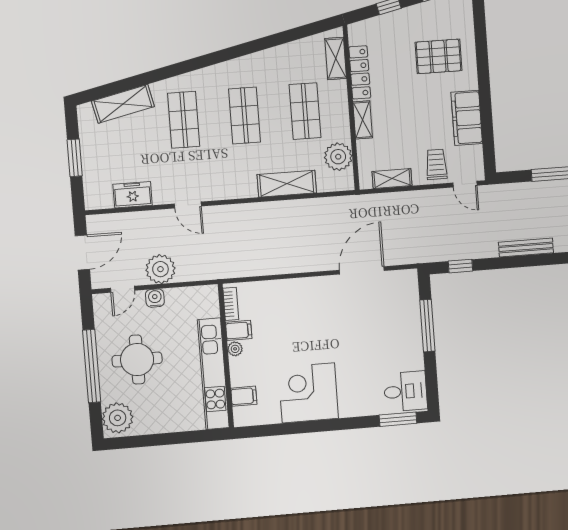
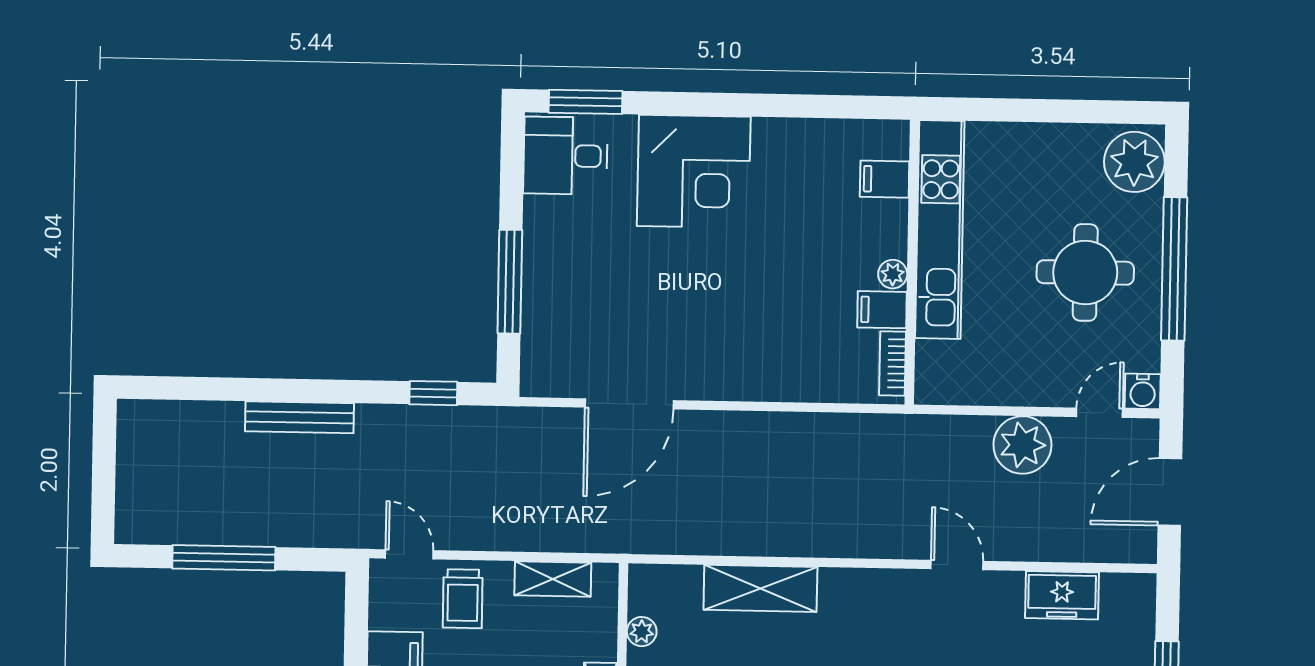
plant: (338, 157) -> (642, 632), width x0.53, depth x0.53
water cooler: (155, 298) -> (1143, 391), moved
corner desk: (308, 393) -> (694, 171), moved

